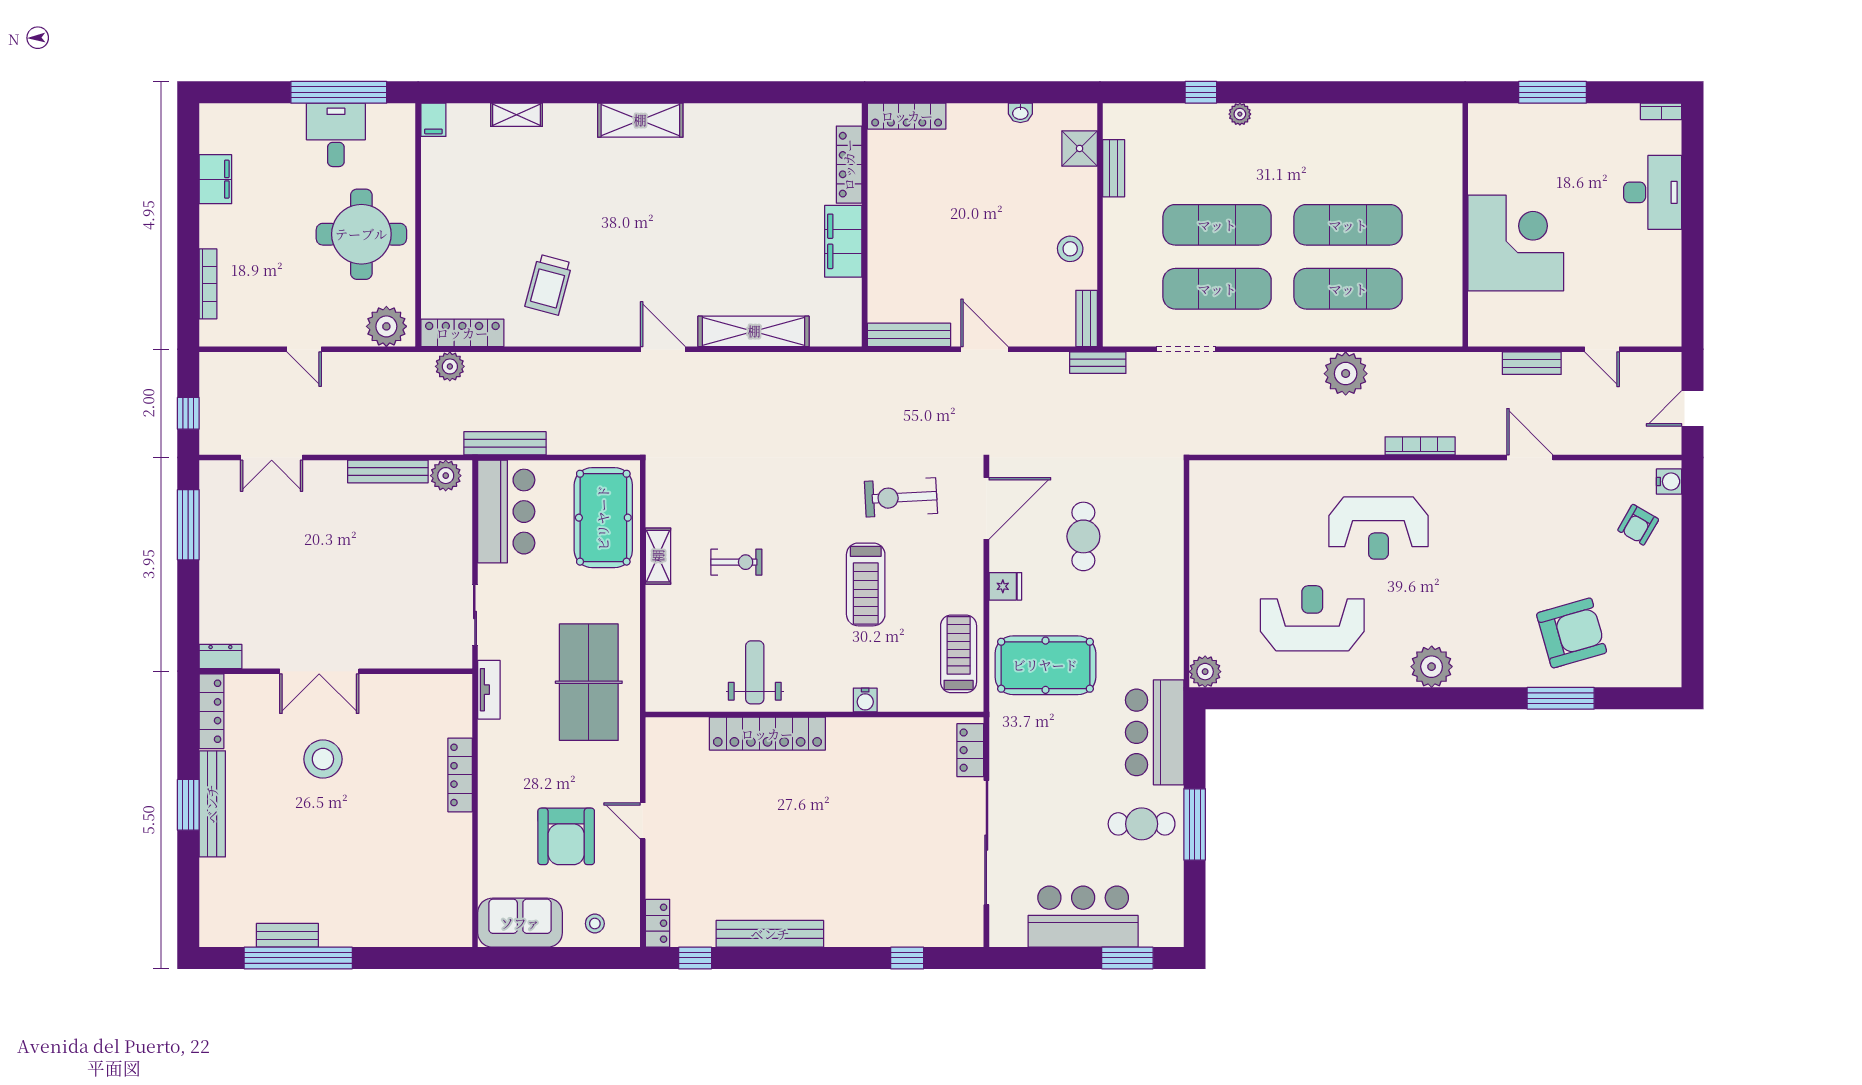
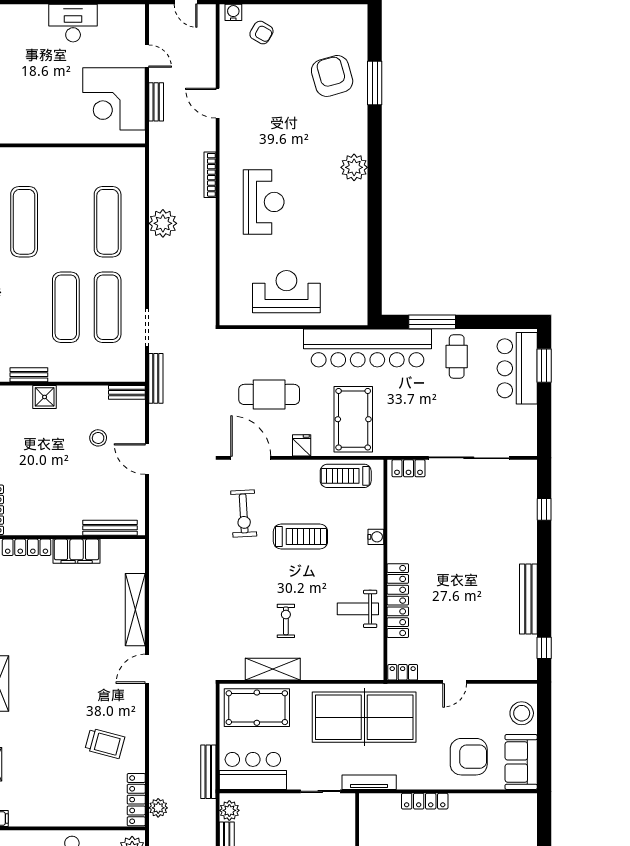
shower: (1080, 148) -> (45, 397), moved
desk: (1653, 192) -> (73, 23), moved
exercise mat: (1348, 225) -> (24, 222), moved
corner desk: (1516, 243) -> (114, 99), moved, turned -90
stool: (1070, 249) -> (98, 438), moved
bench: (909, 335) -> (110, 528), moved, turned 90
door: (984, 349) -> (147, 459), hinge flipped
door: (1602, 349) -> (147, 56), hinge flipped
bench: (1098, 363) -> (156, 378), width x1.36
door: (1530, 457) -> (218, 103), hinge flipped
cafe table: (1083, 536) -> (269, 394), width x1.37, depth x1.35
shelving: (658, 556) -> (273, 669), width x1.50, depth x1.33
reception desk: (1312, 618) -> (286, 292), moved, turned 90
plant: (1205, 672) -> (357, 315), removed
table tennis table: (589, 682) -> (364, 717), width x1.36, depth x1.32
tv unit: (489, 690) -> (369, 782), width x1.41
bar counter: (1155, 732) -> (368, 348), width x1.86
window: (1195, 824) -> (432, 322), moved
armchair: (566, 836) -> (469, 757), moved
bar counter: (1083, 917) -> (517, 368), moved
locker: (658, 923) -> (403, 672), moved
stool: (595, 924) -> (522, 713), width x1.89, depth x1.89

